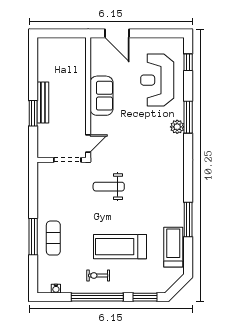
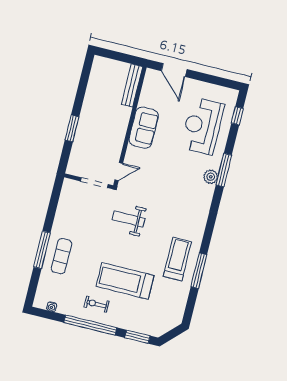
bench: (43, 102) -> (132, 85), moved
treadmill: (173, 247) -> (177, 259), moved

